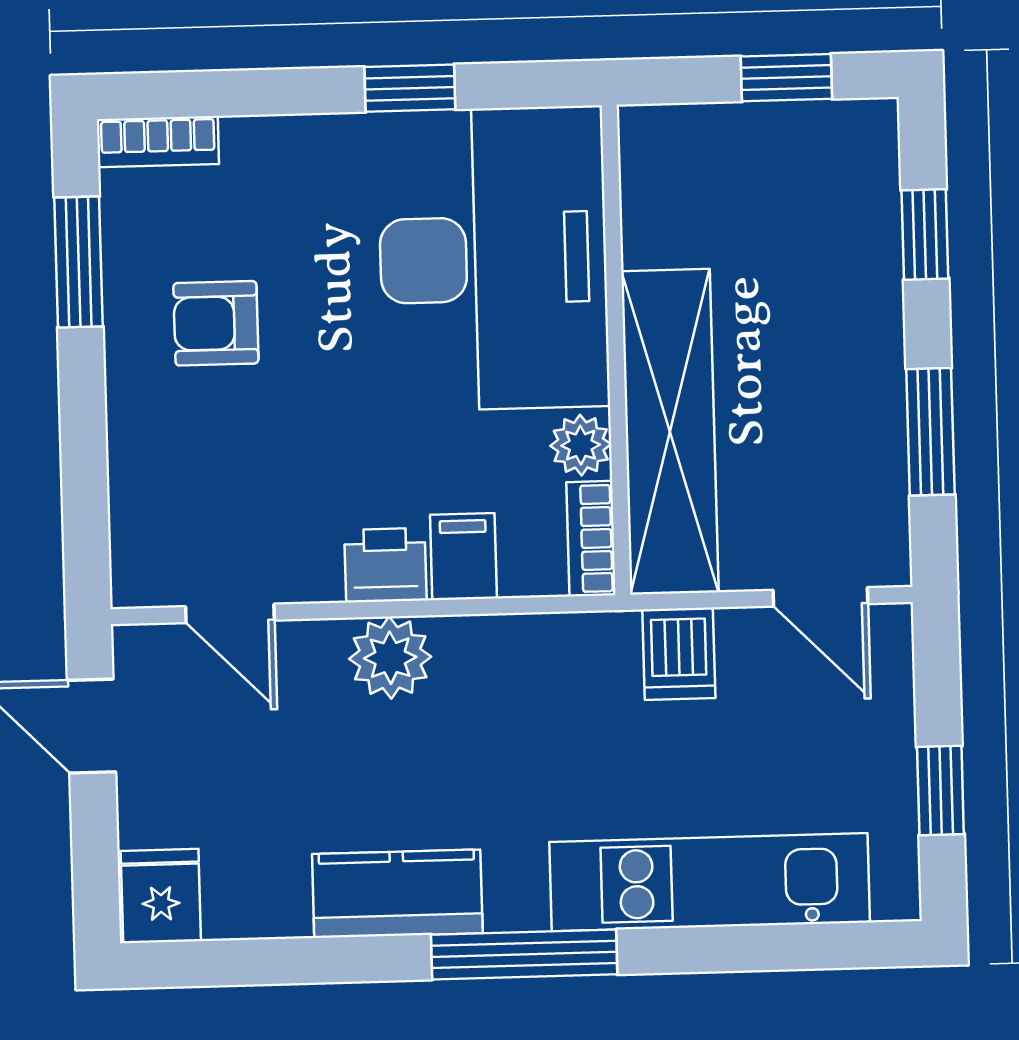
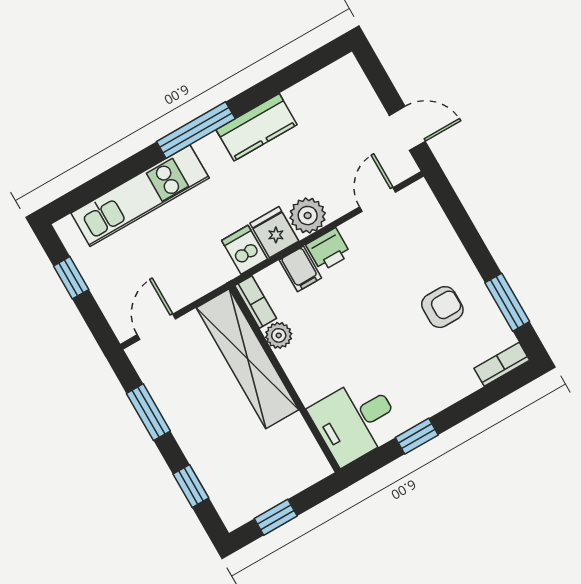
desk: (493, 259) -> (355, 420), width x0.53, depth x0.77
door: (820, 597) -> (156, 327), hinge flipped
door: (230, 613) -> (378, 200), hinge flipped
dishwasher: (679, 654) -> (245, 250), moved
fridge: (161, 896) -> (274, 232), moved, turned 180

